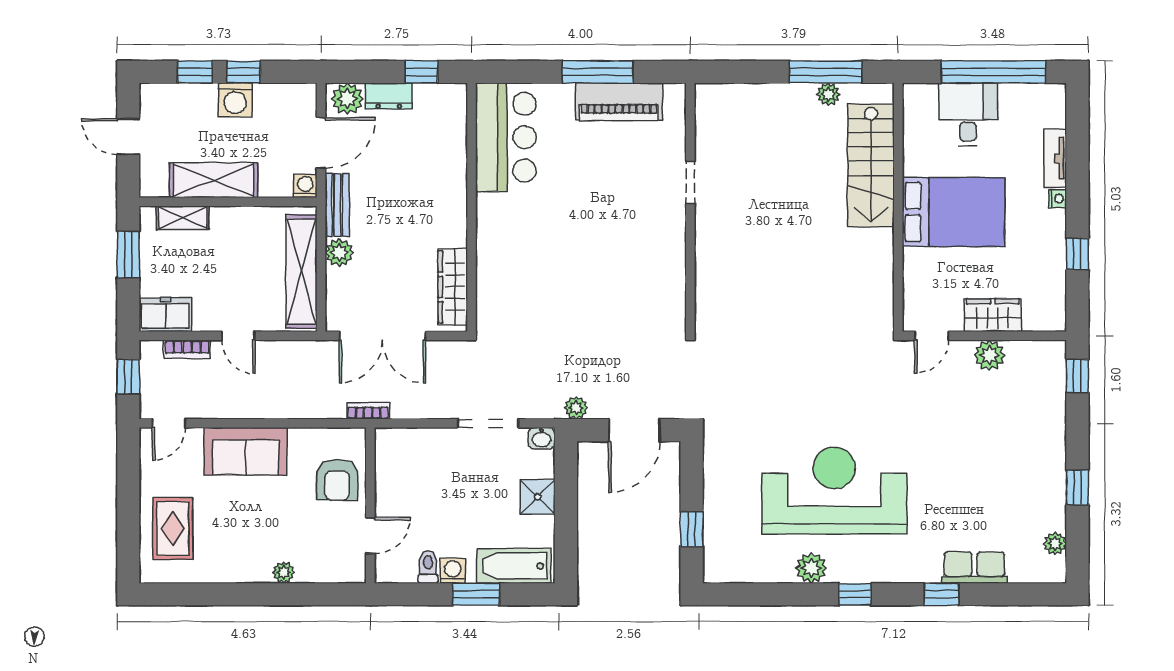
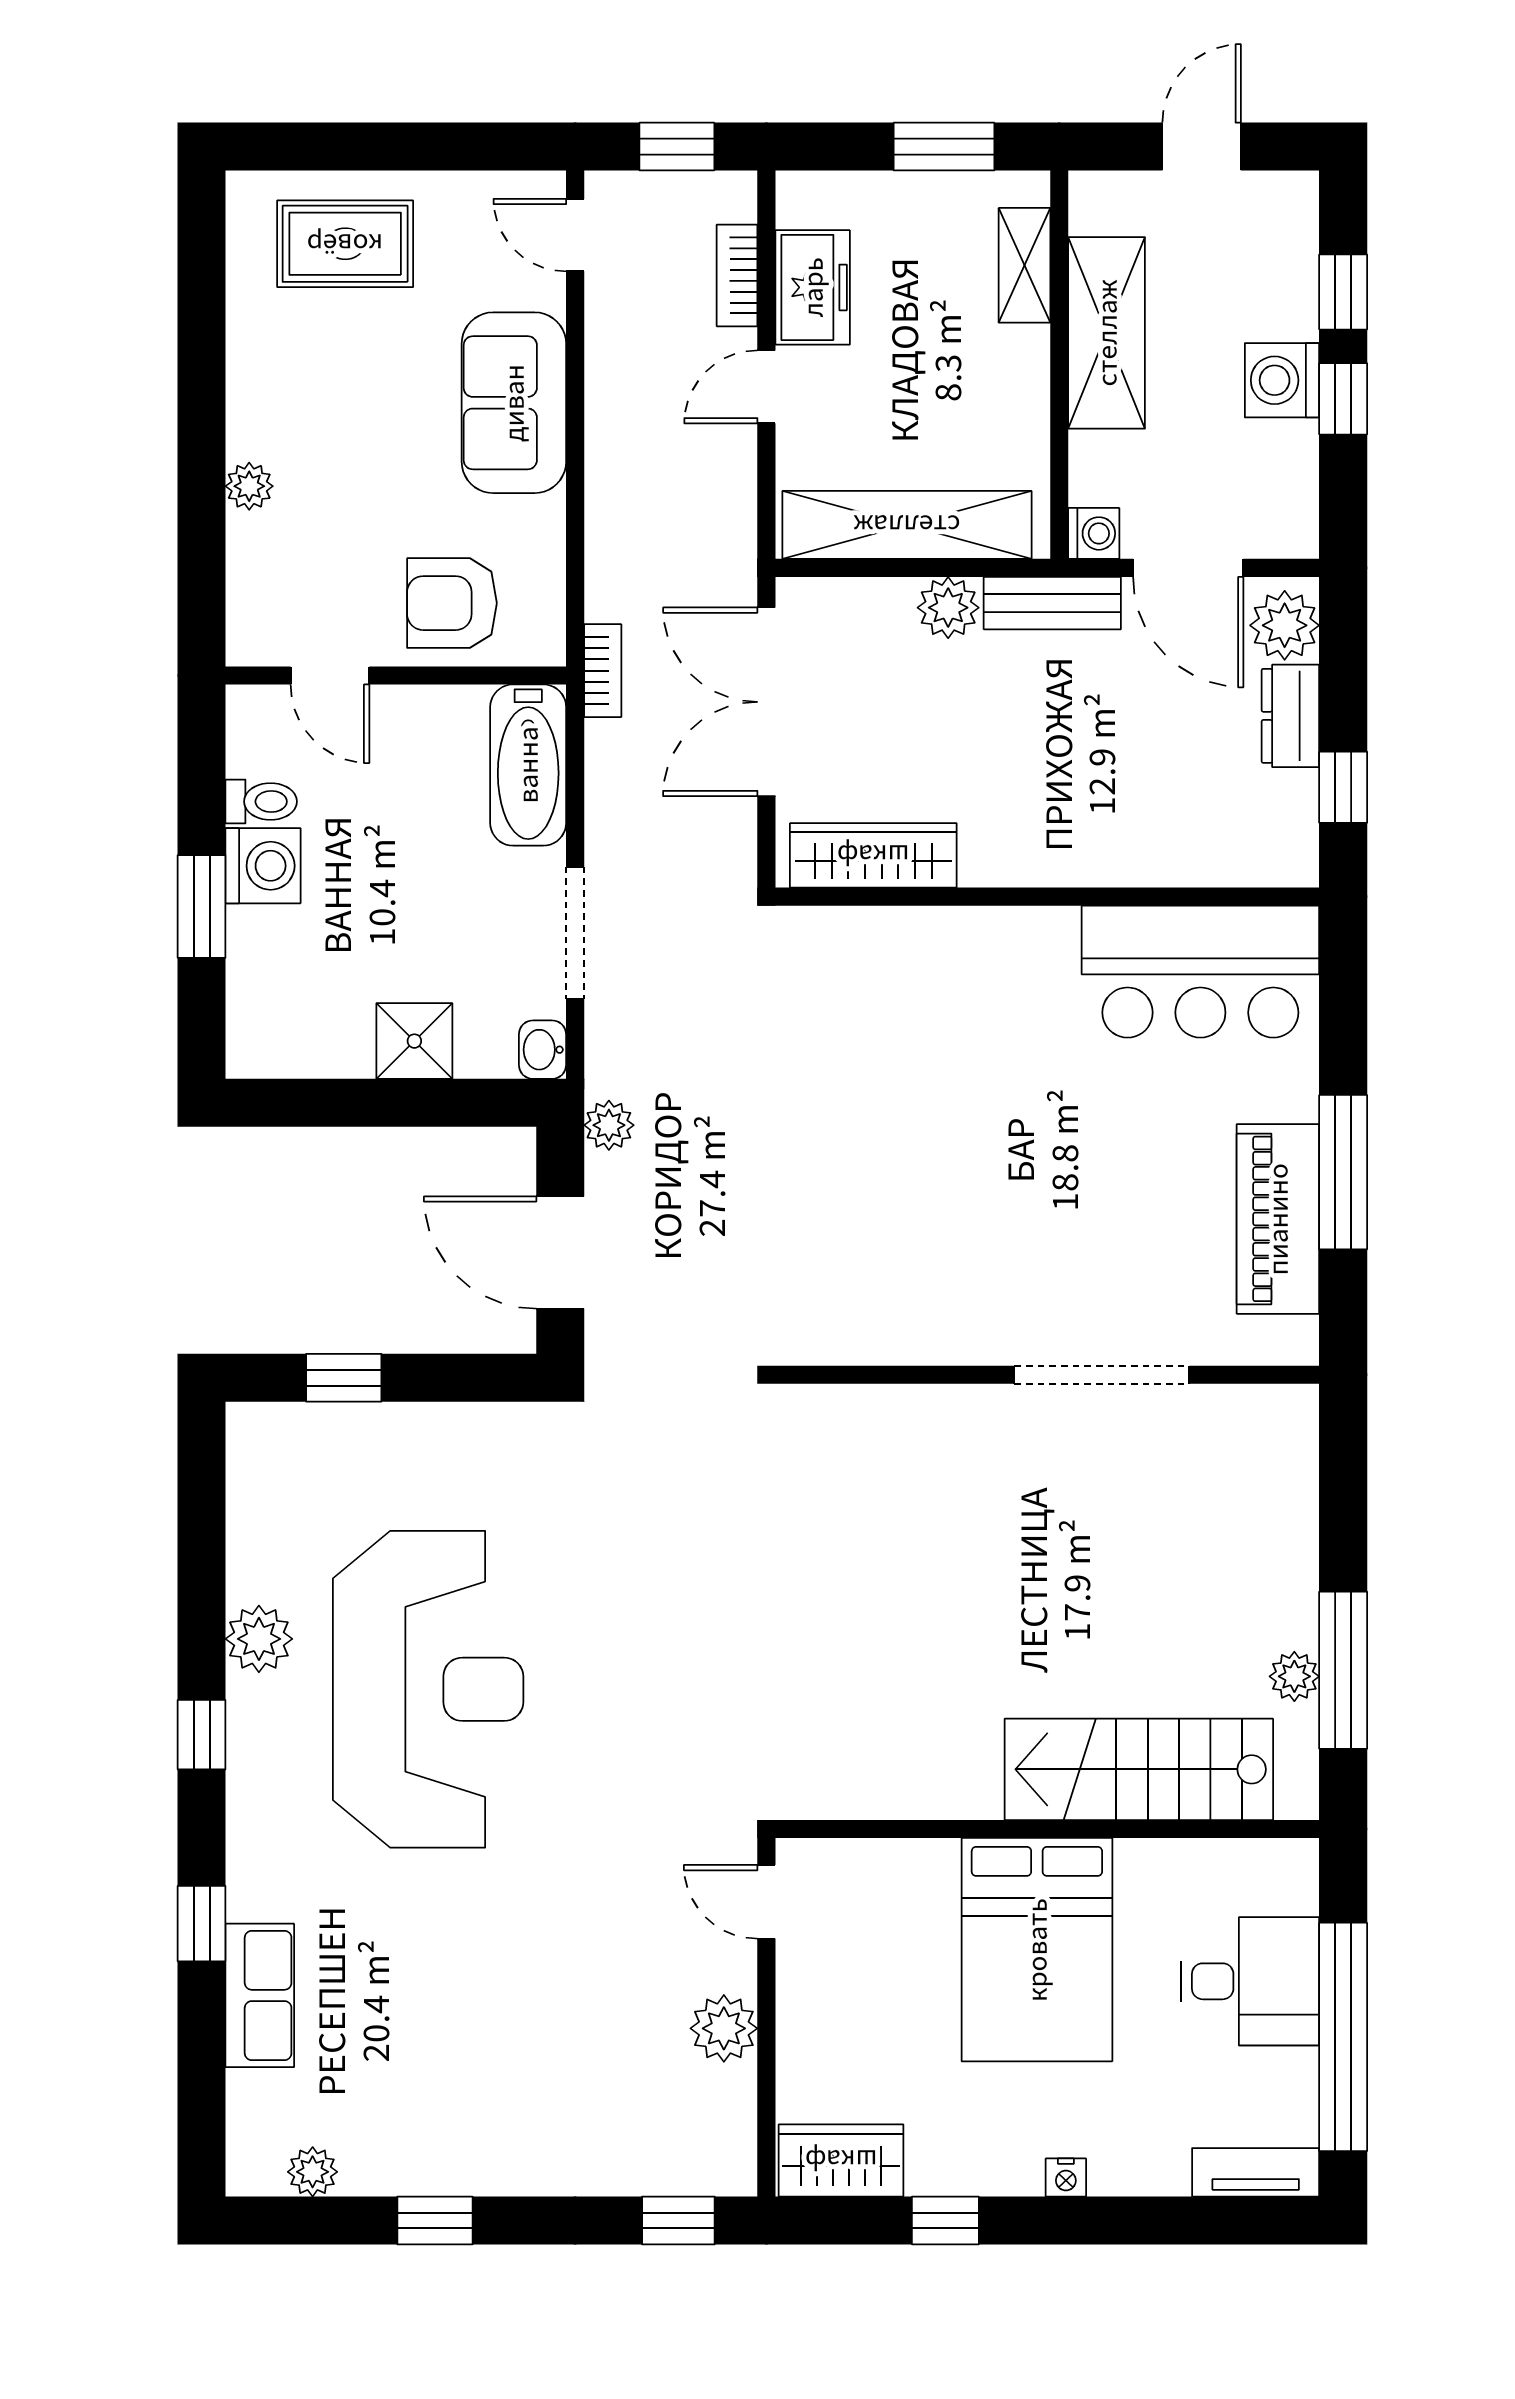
tv unit: (1055, 158) -> (1256, 2172), moved
doorway: (690, 182) -> (1102, 1375), width x1.88
freezer: (165, 315) -> (813, 287), moved
wardrobe: (993, 315) -> (841, 2160), moved, turned -90
bathtub: (514, 566) -> (528, 765), moved, turned 180
washing machine: (453, 571) -> (263, 866), width x1.38, depth x1.38

